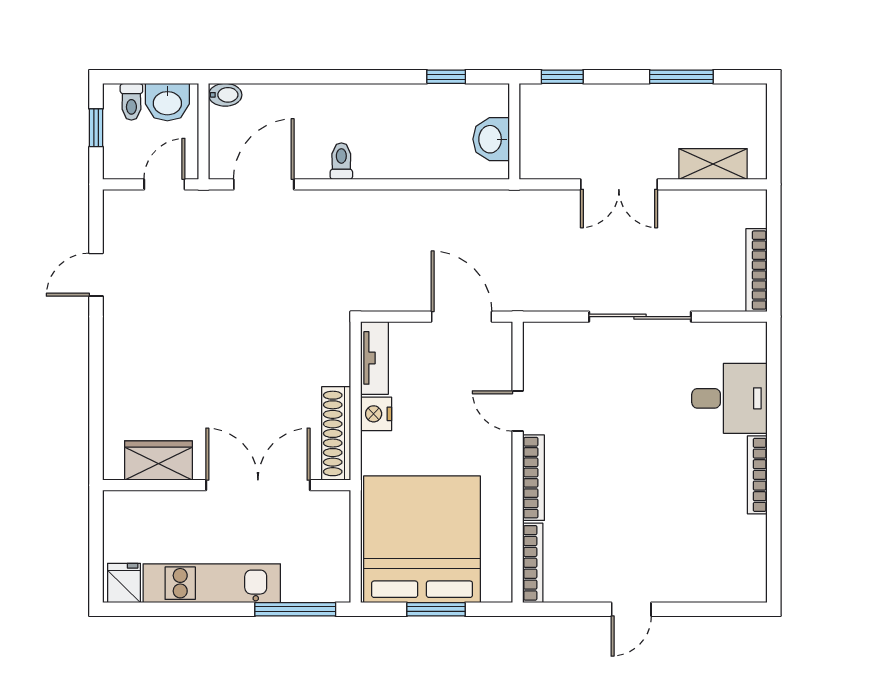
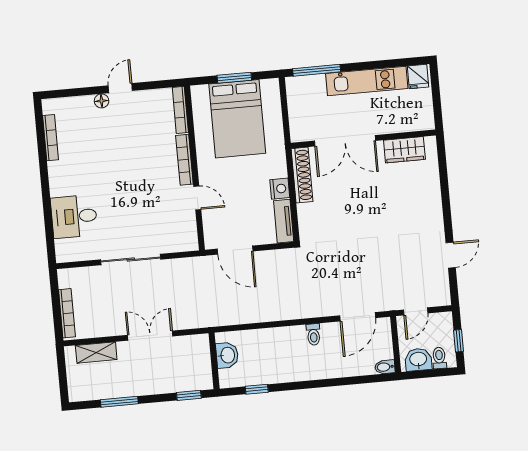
bookcase: (757, 270) -> (67, 313), moved
bookcase: (757, 475) -> (51, 138), moved
bed: (422, 539) -> (237, 119), width x0.73
floor lamp: (665, 590) -> (102, 101), added

